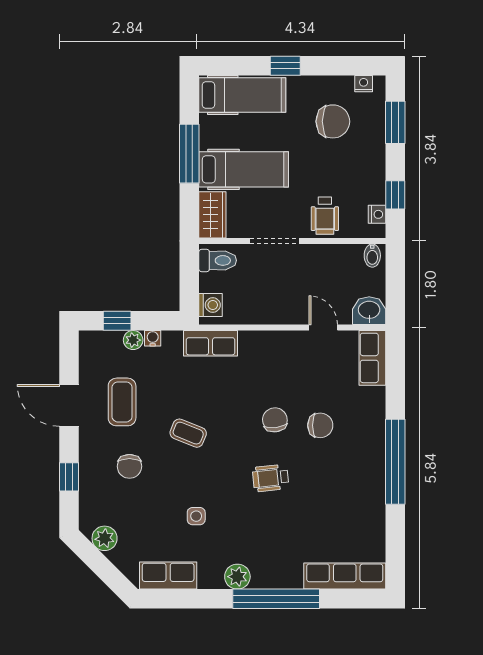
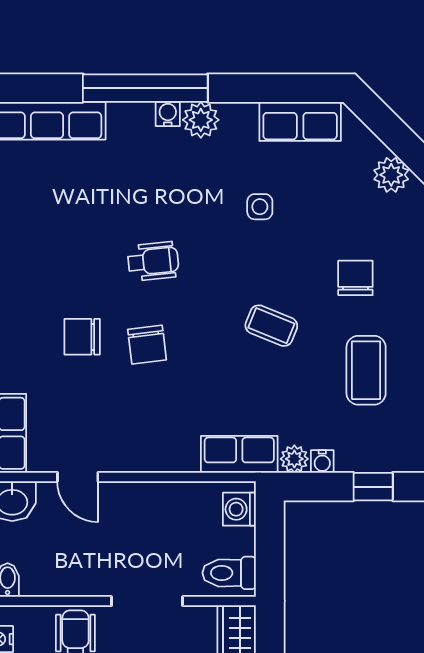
plant: (133, 340) -> (294, 459), moved
water cooler: (260, 581) -> (168, 114), added

